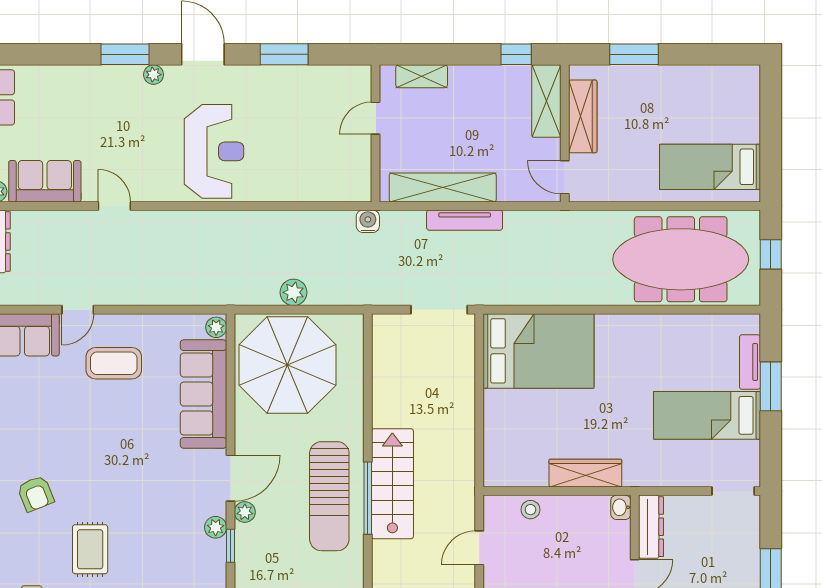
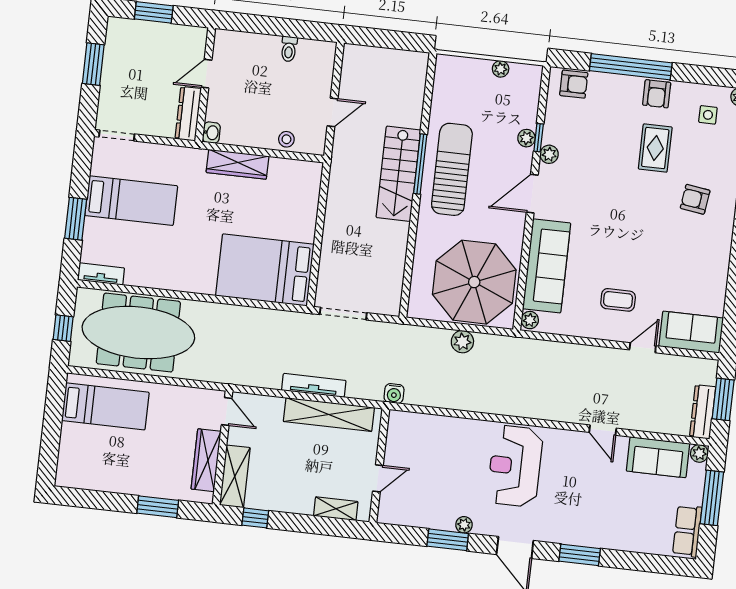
plant: (154, 75) -> (464, 525), moved
tv unit: (750, 362) -> (101, 274), moved, turned -90
coffee table: (114, 363) -> (618, 300), width x0.73, depth x0.77
armchair: (36, 494) -> (695, 199), turned -60
plant: (245, 512) -> (526, 138), moved

